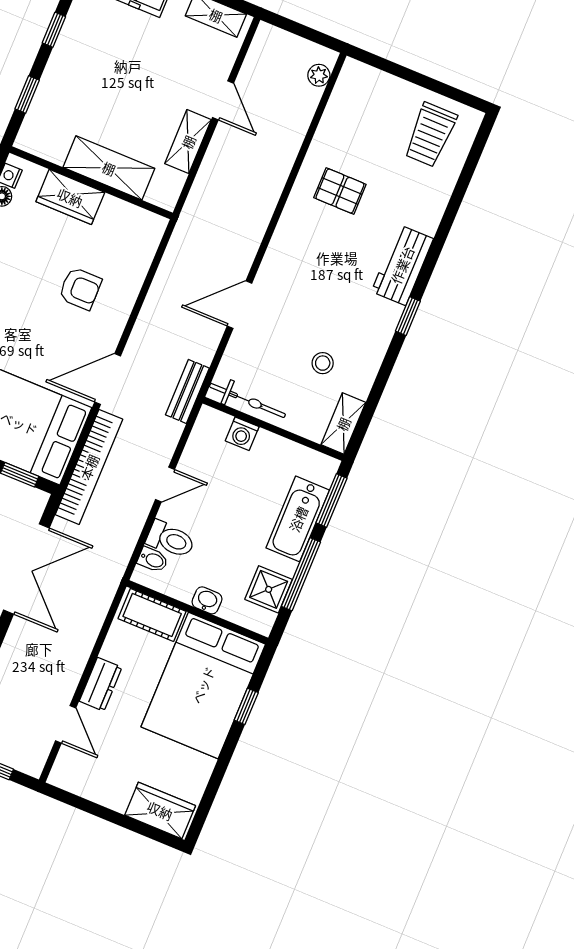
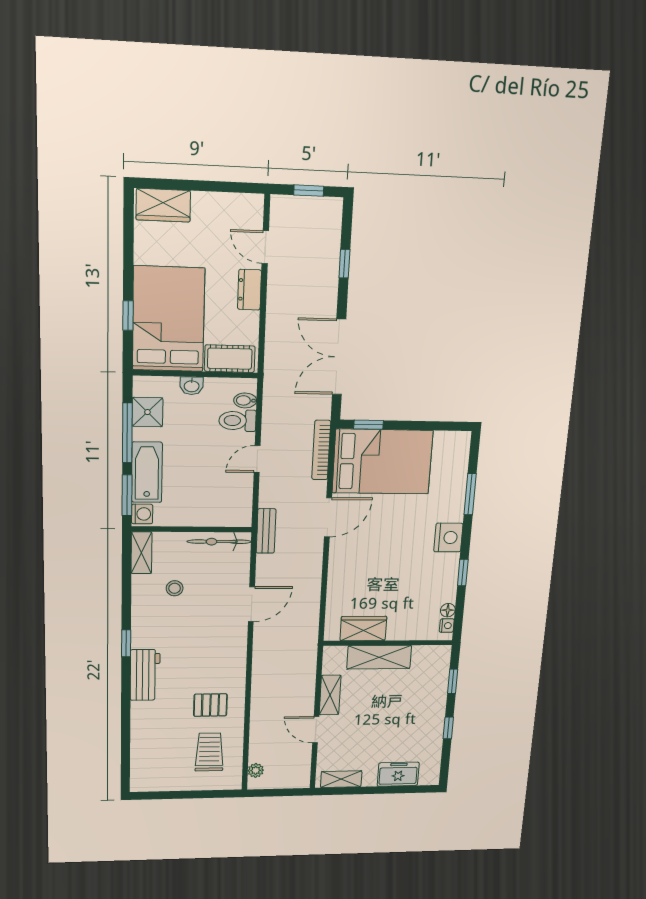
trolley: (430, 135) -> (209, 752), moved
wardrobe: (70, 197) -> (363, 628), moved
armchair: (80, 289) -> (371, 571), removed
washing machine: (242, 434) -> (142, 514), moved, turned 90
bookcase: (89, 467) -> (321, 450), width x0.68, depth x0.76

